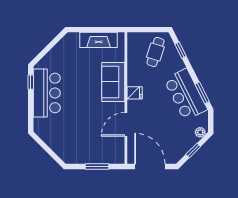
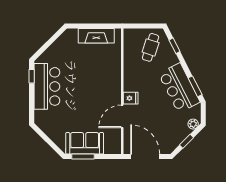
sofa: (113, 82) -> (85, 143), moved, turned 90
fridge: (135, 93) -> (131, 98), moved
window: (97, 167) -> (83, 157), moved

